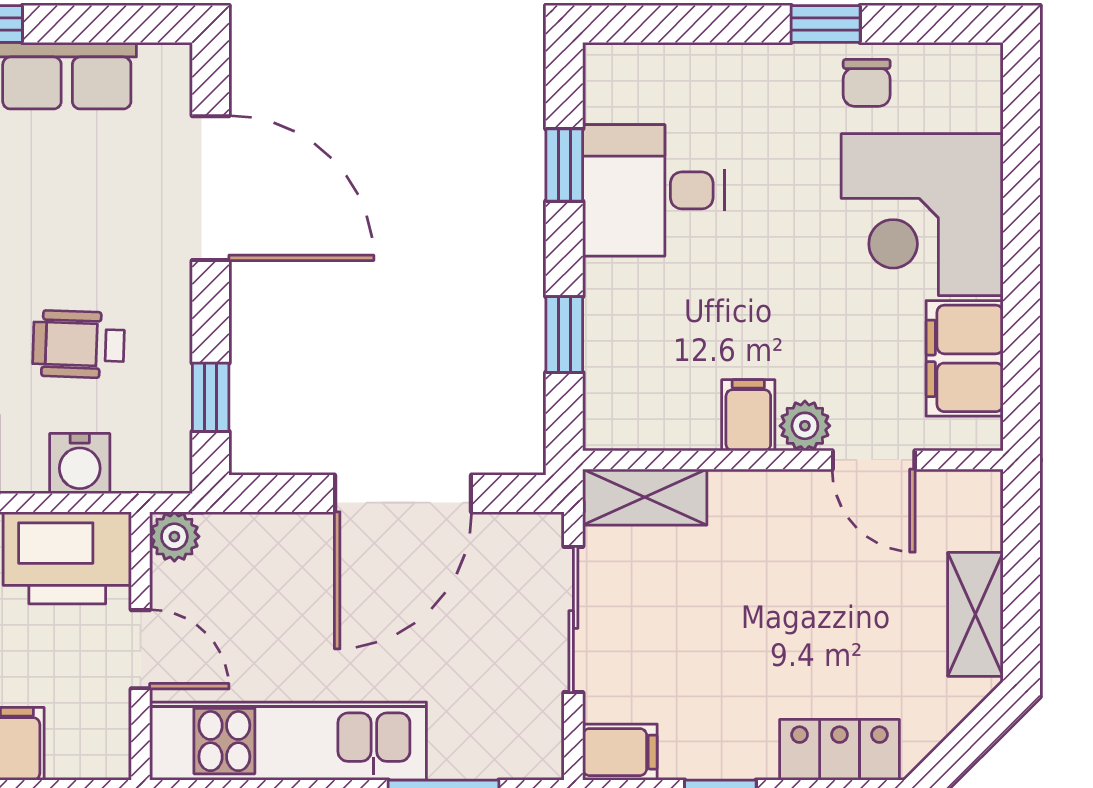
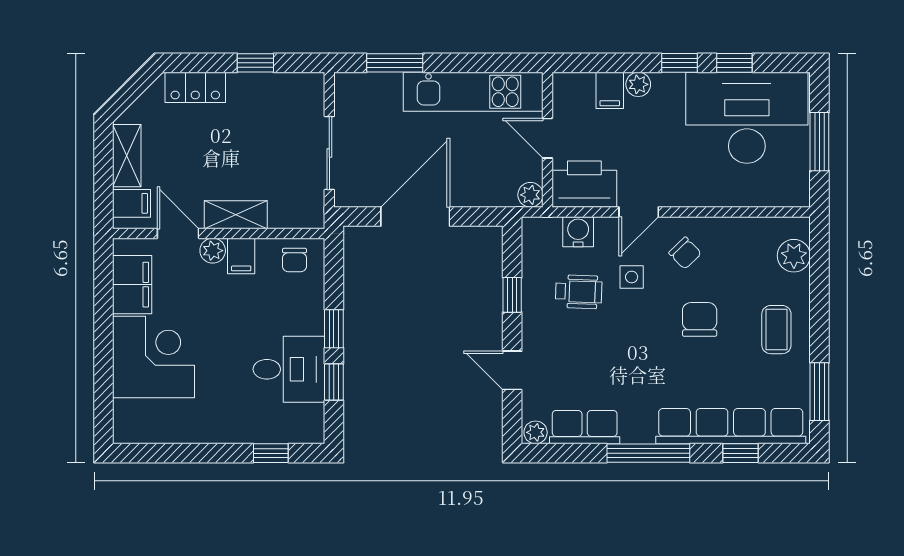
window: (826, 24) -> (271, 453), moved
plant: (164, 65) -> (536, 432), added
chair: (867, 83) -> (294, 260), moved, turned 180
door: (211, 188) -> (512, 370), width x0.53
window: (564, 334) -> (334, 329), moved
window: (211, 397) -> (512, 295), moved
shelving: (645, 497) -> (236, 215), moved
filing cabinet: (620, 752) -> (132, 203), moved, turned 180

